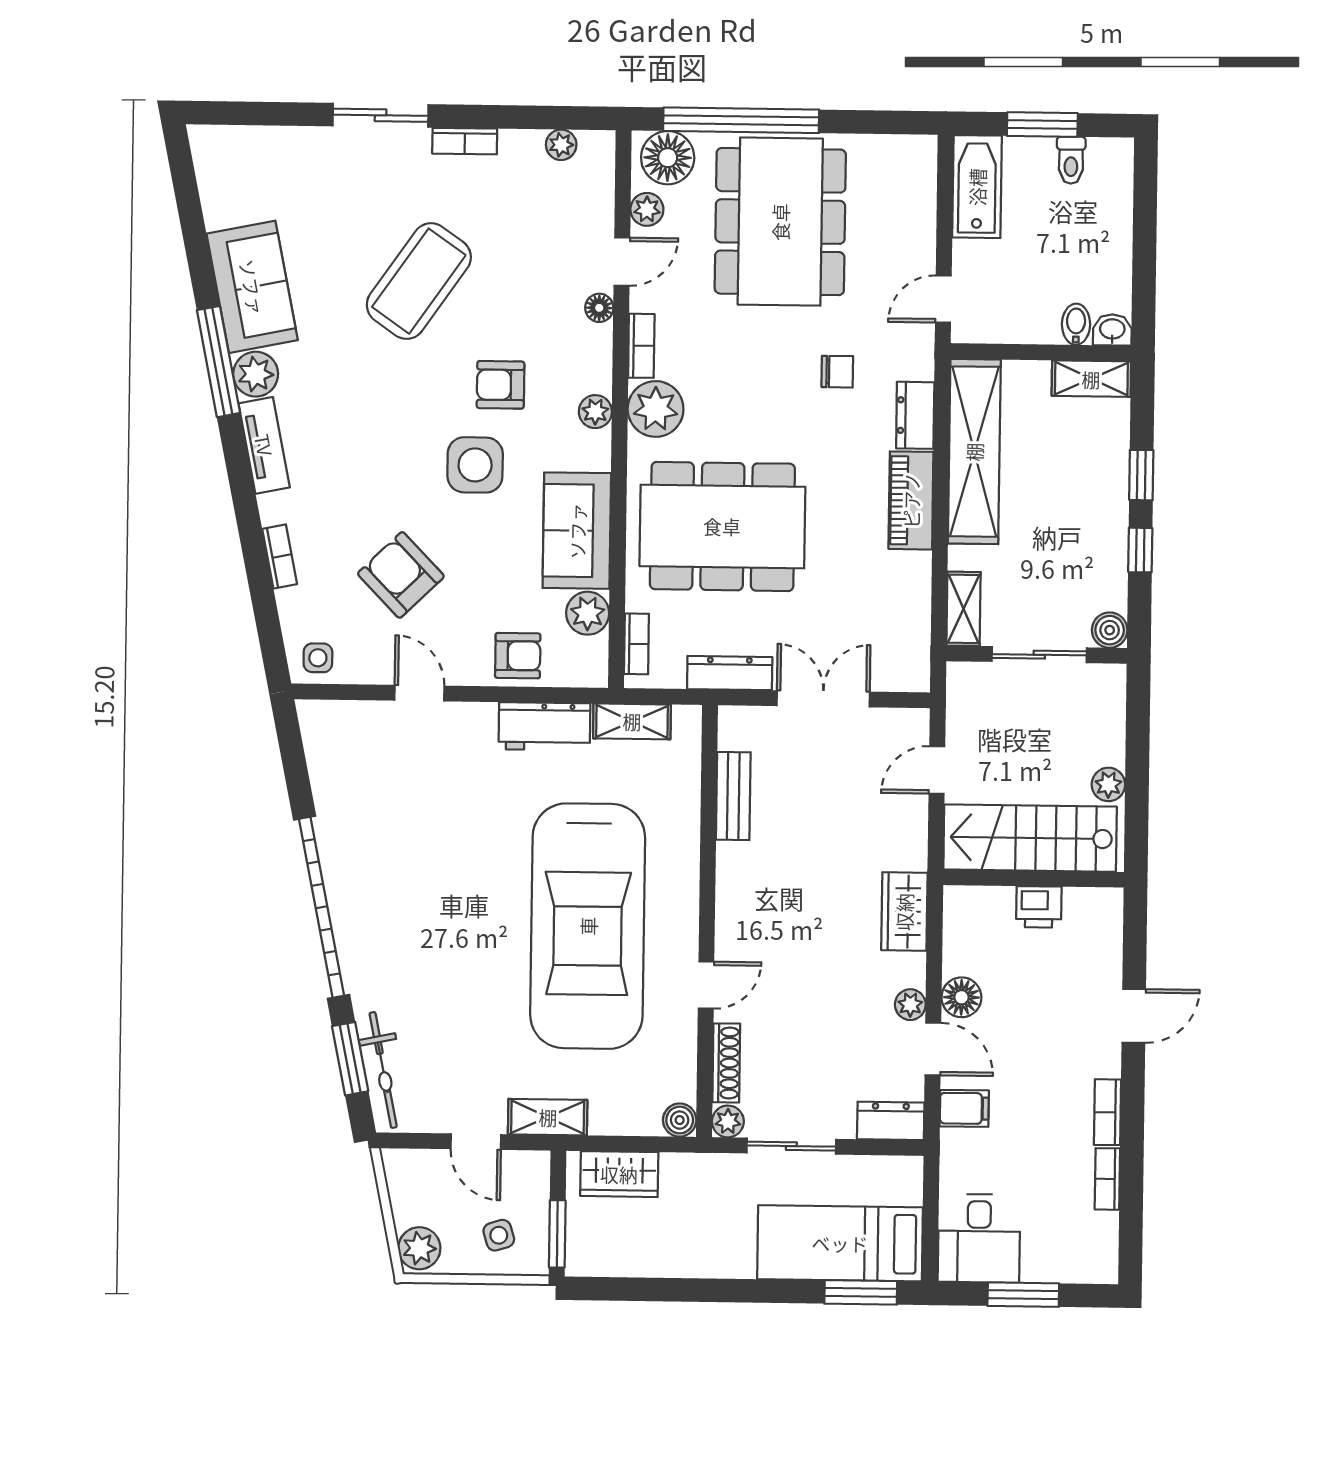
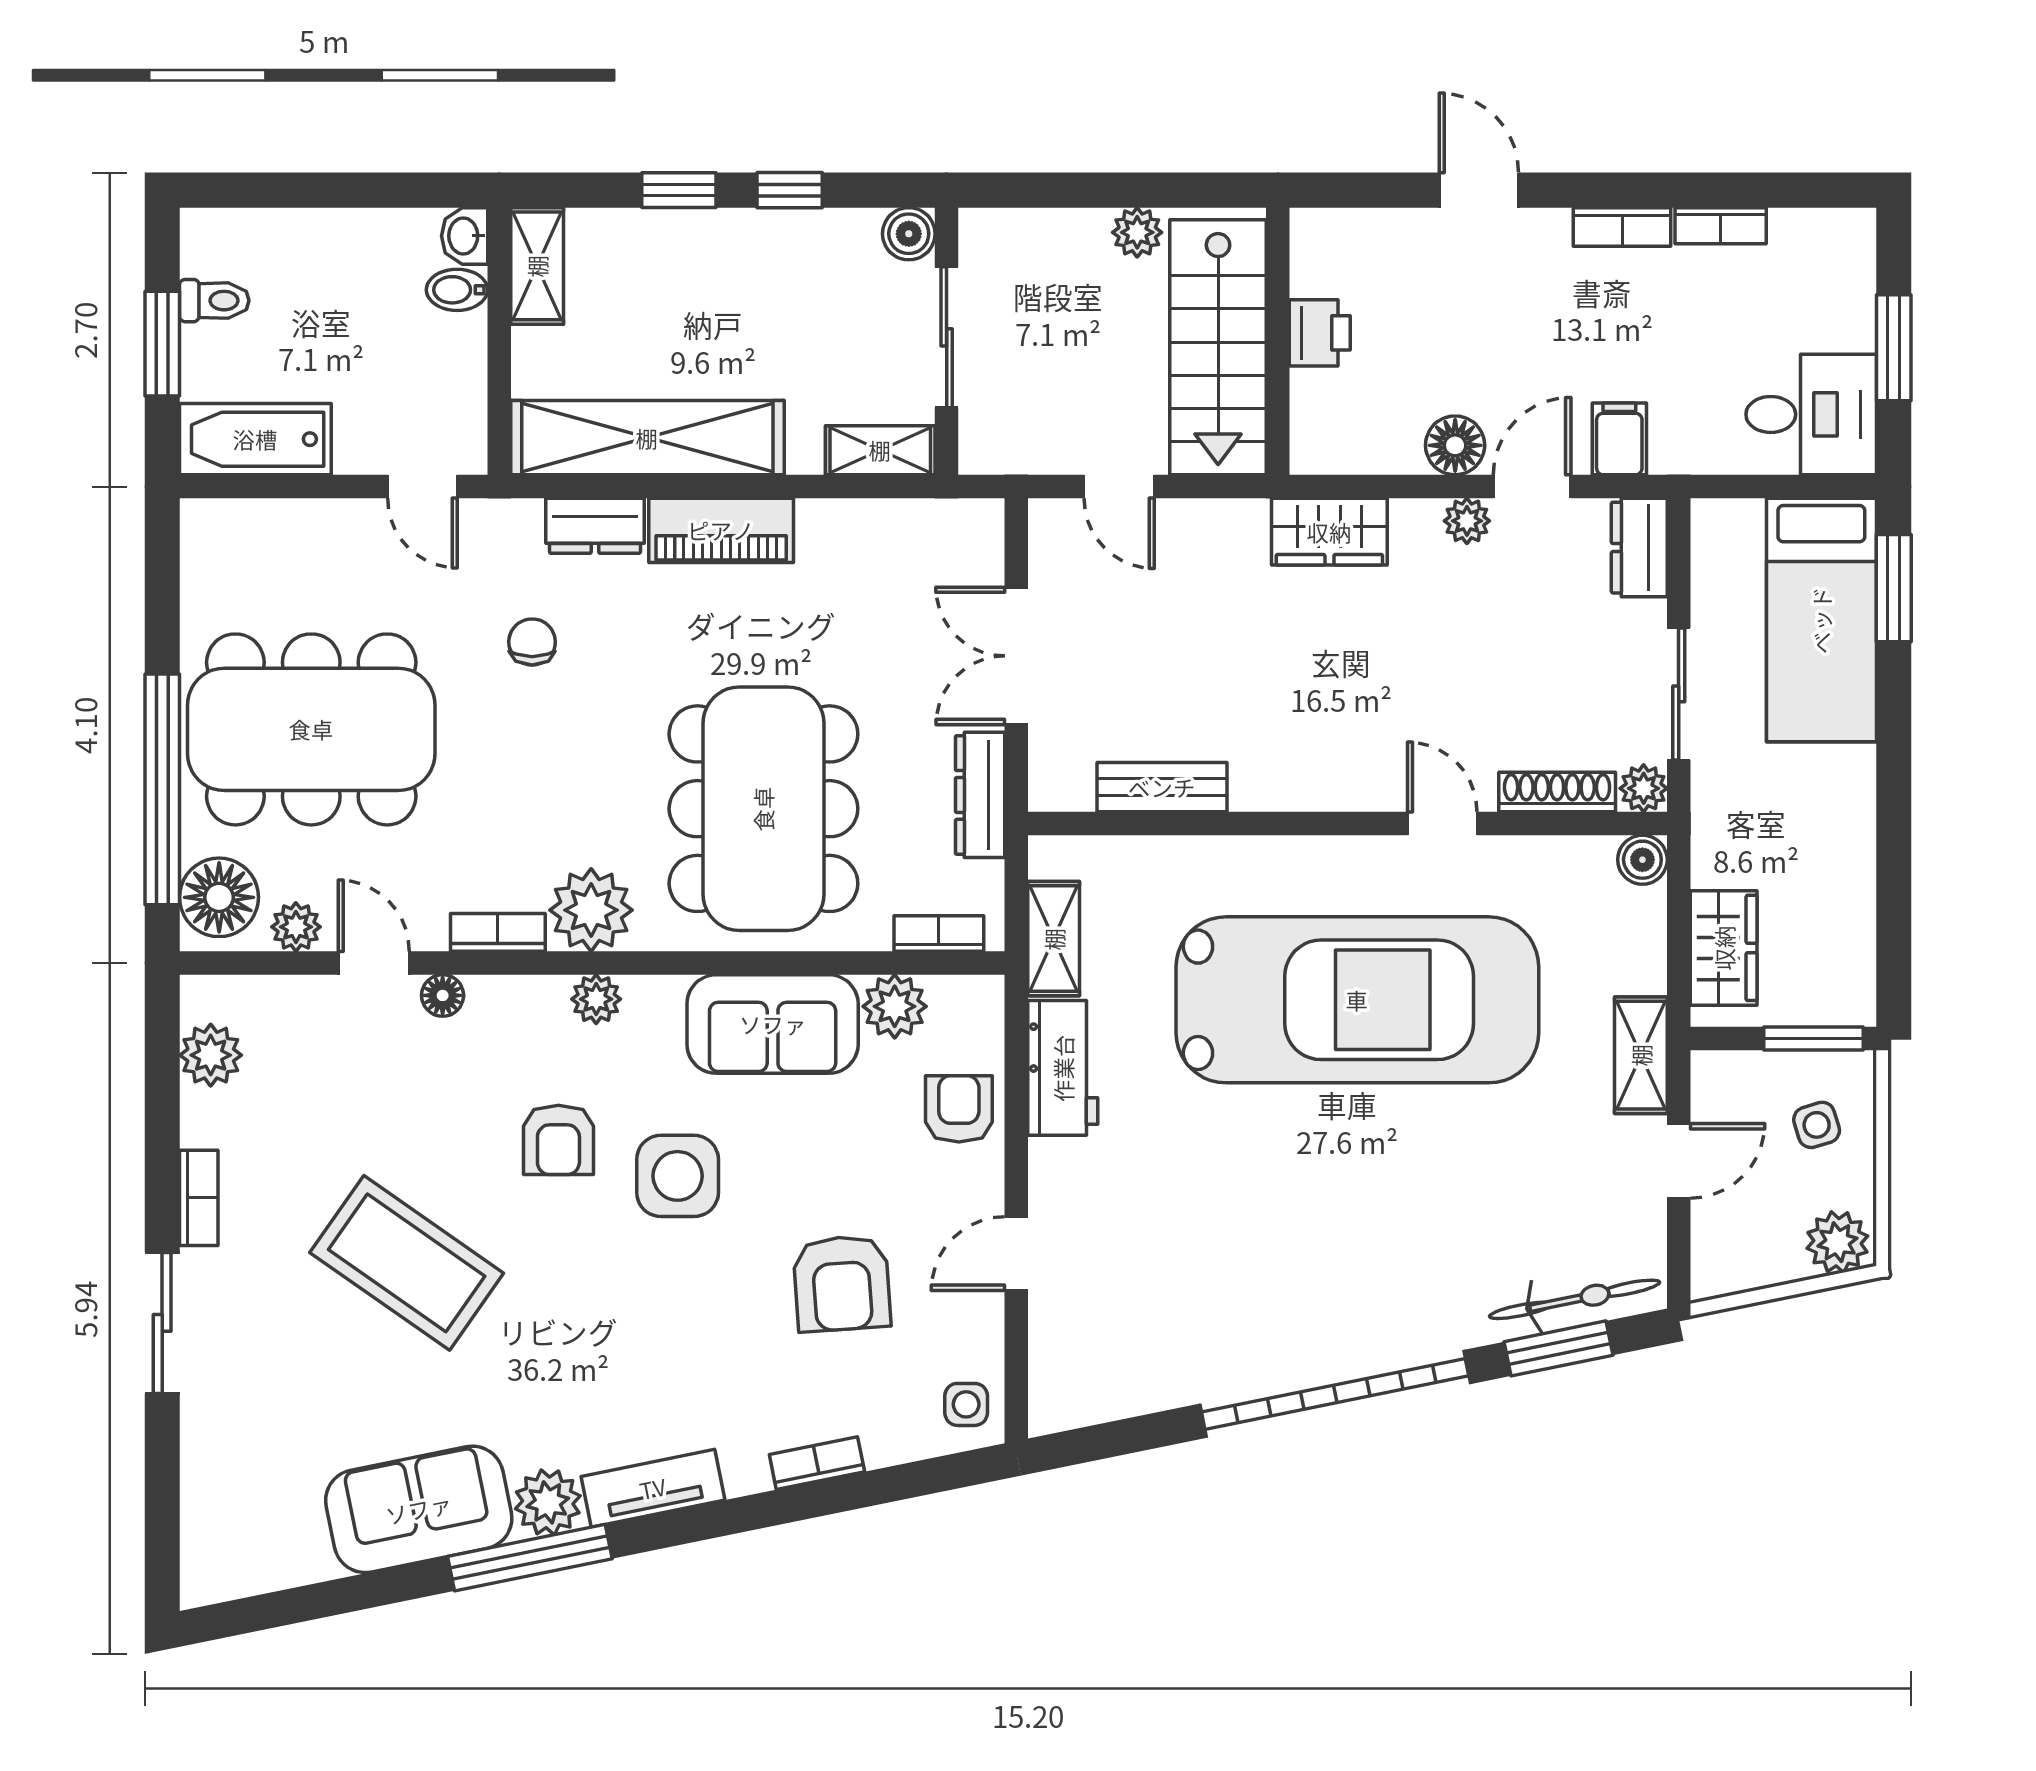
plant: (561, 145) -> (211, 1055), width x1.38, depth x1.38
armchair: (401, 575) -> (842, 1283), turned -50

